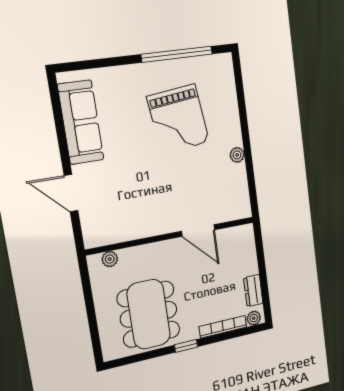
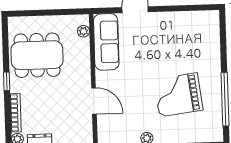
sofa: (81, 122) -> (106, 42), moved, turned -90
door: (198, 230) -> (94, 101), swing flipped

